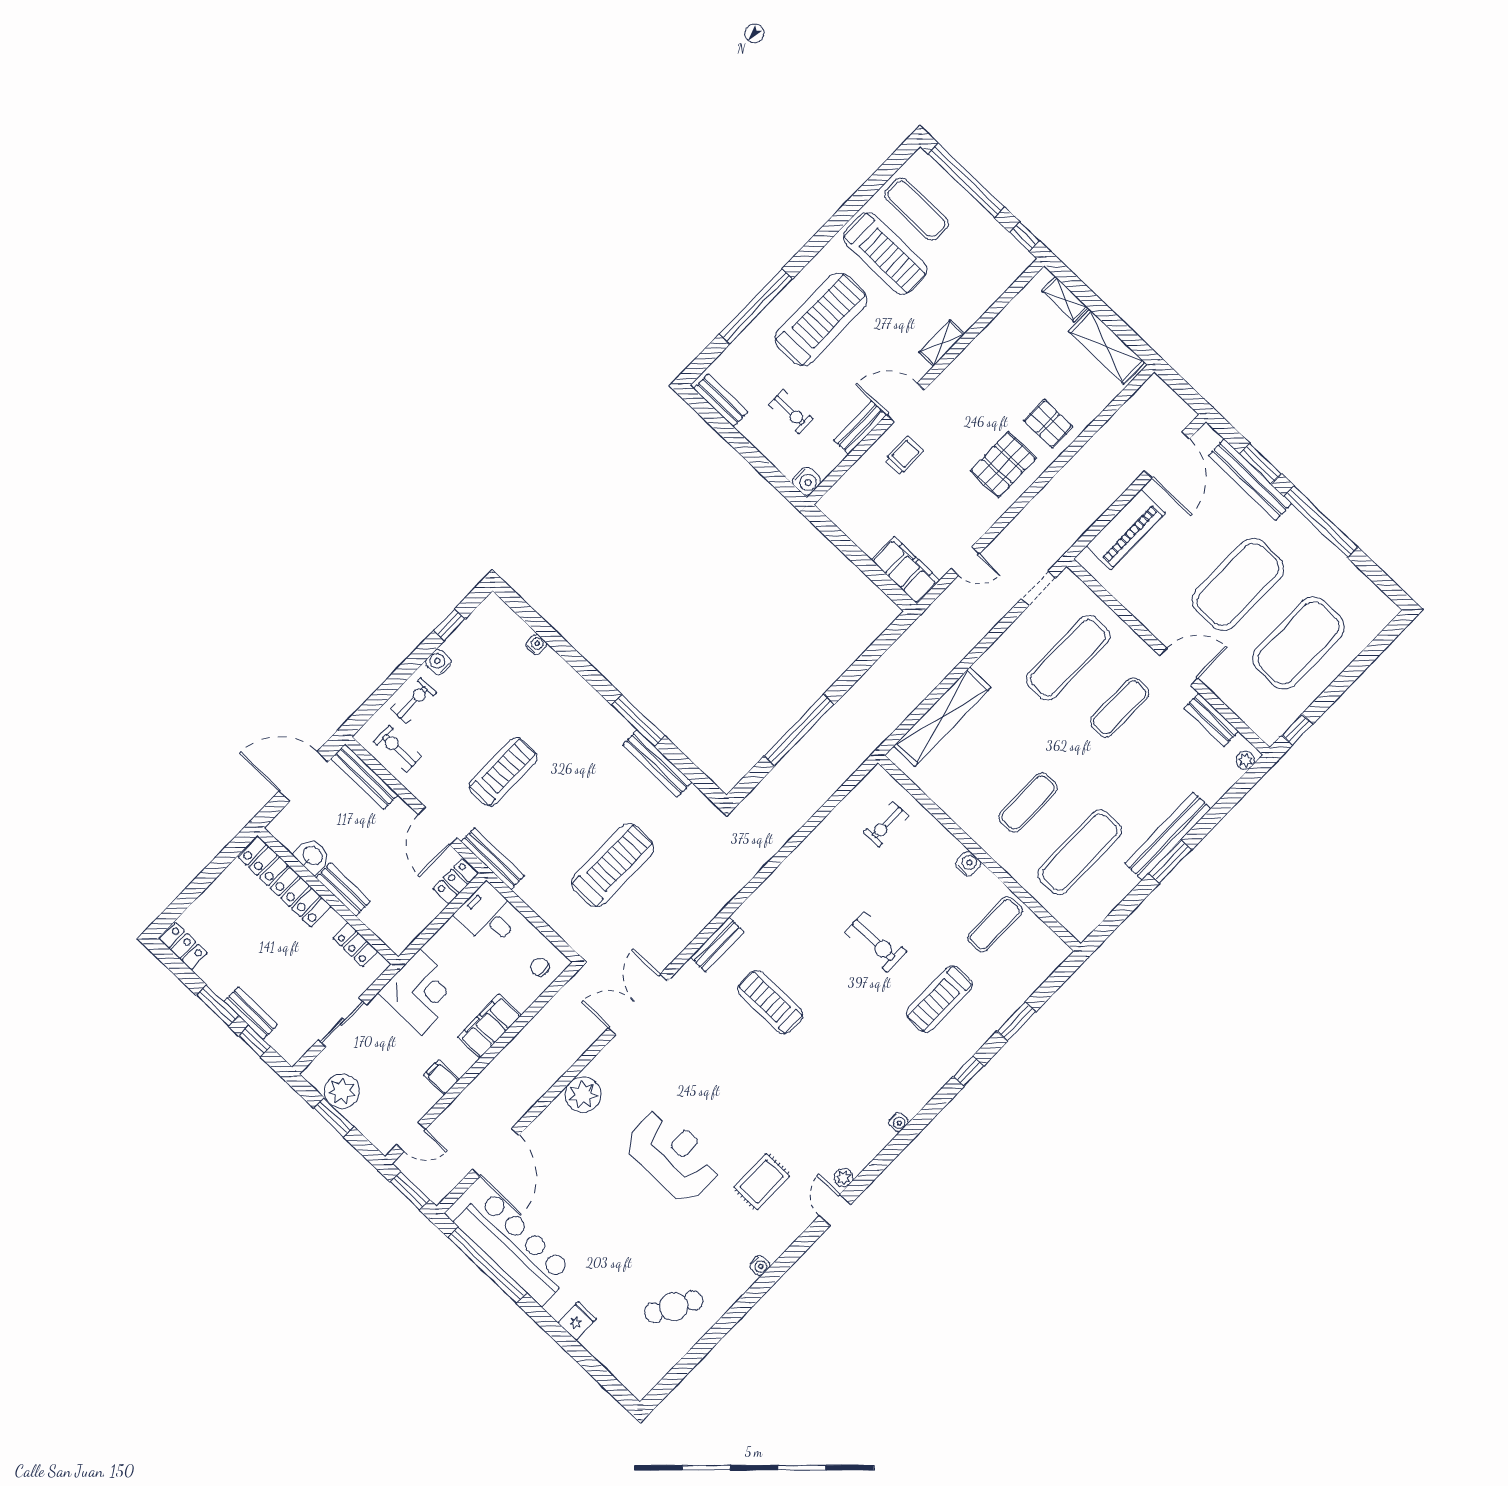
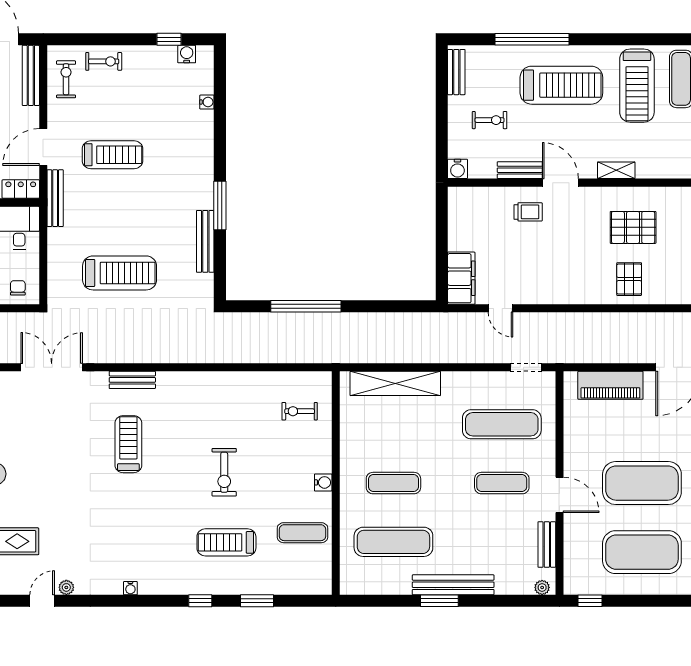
exercise bike: (791, 412) -> (490, 120), turned -90
pallet: (1003, 465) -> (633, 227), moved
water cooler: (439, 662) -> (187, 54), moved

